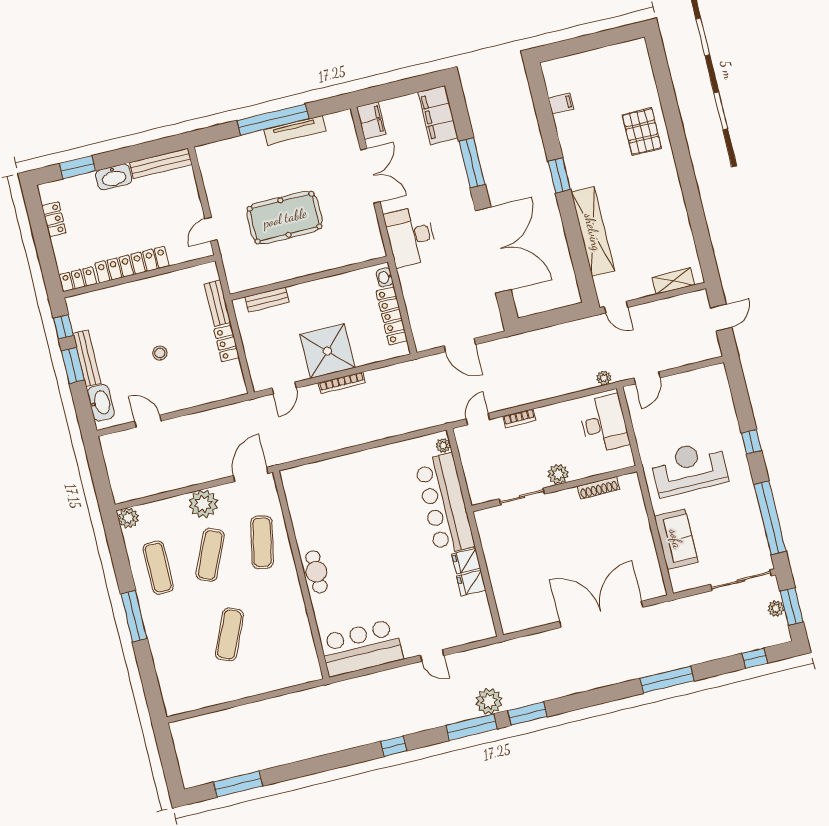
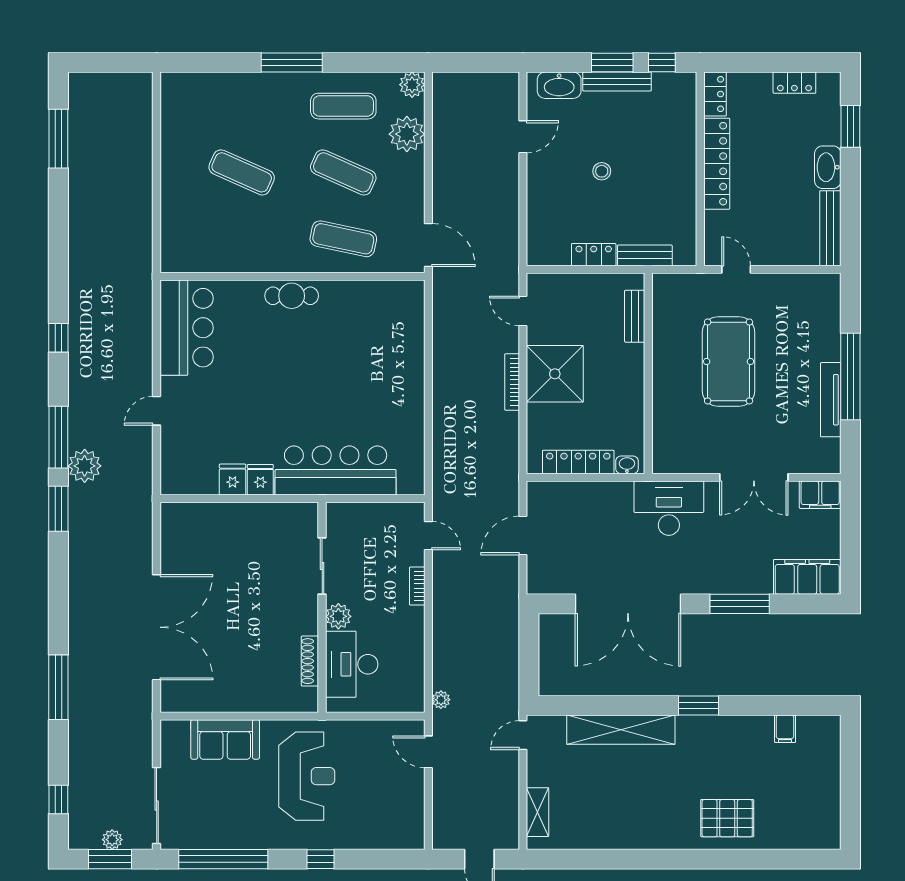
desk: (604, 424) -> (352, 664), moved, turned 90
plant: (443, 445) -> (407, 486), removed
plant: (203, 504) -> (407, 134), moved

